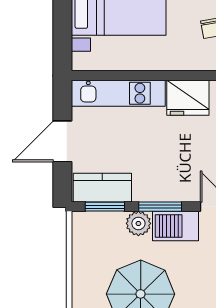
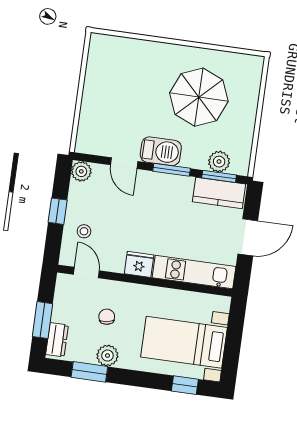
fridge: (188, 98) -> (139, 264), width x0.73, depth x0.75
plant: (138, 223) -> (219, 162), moved

